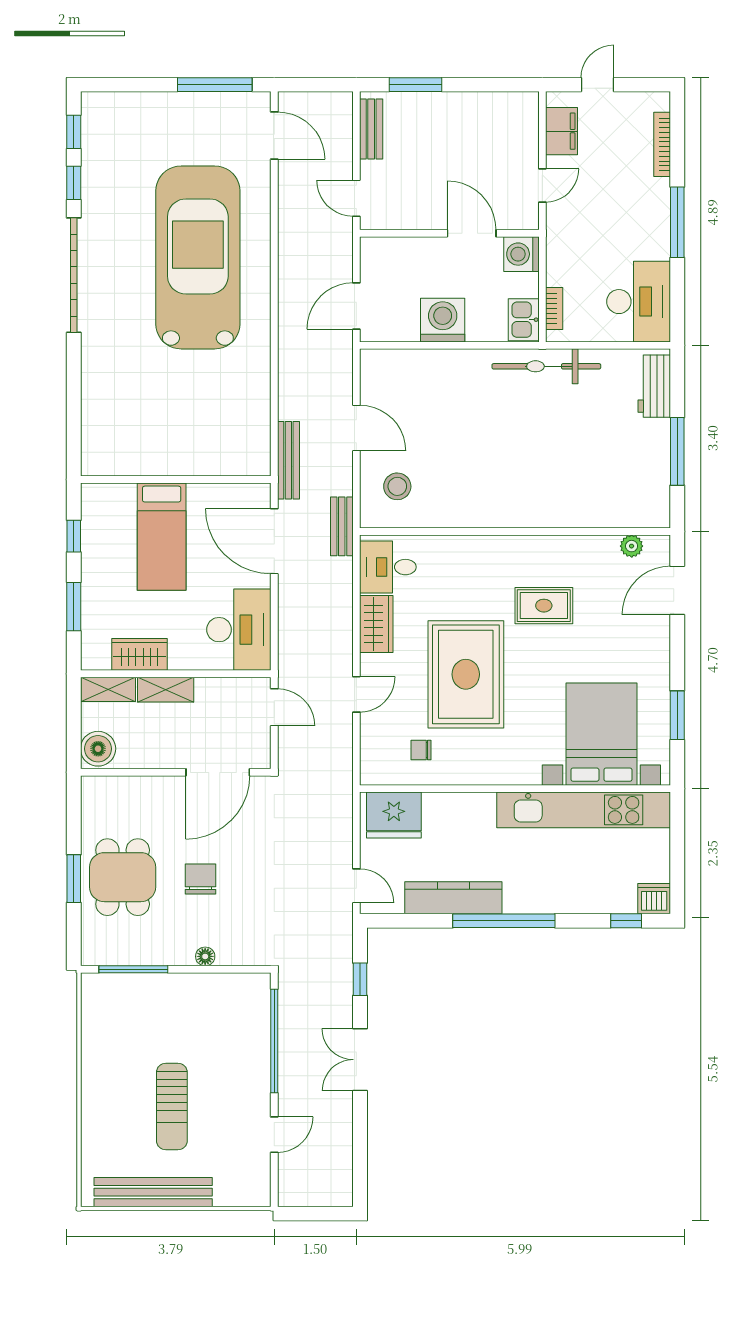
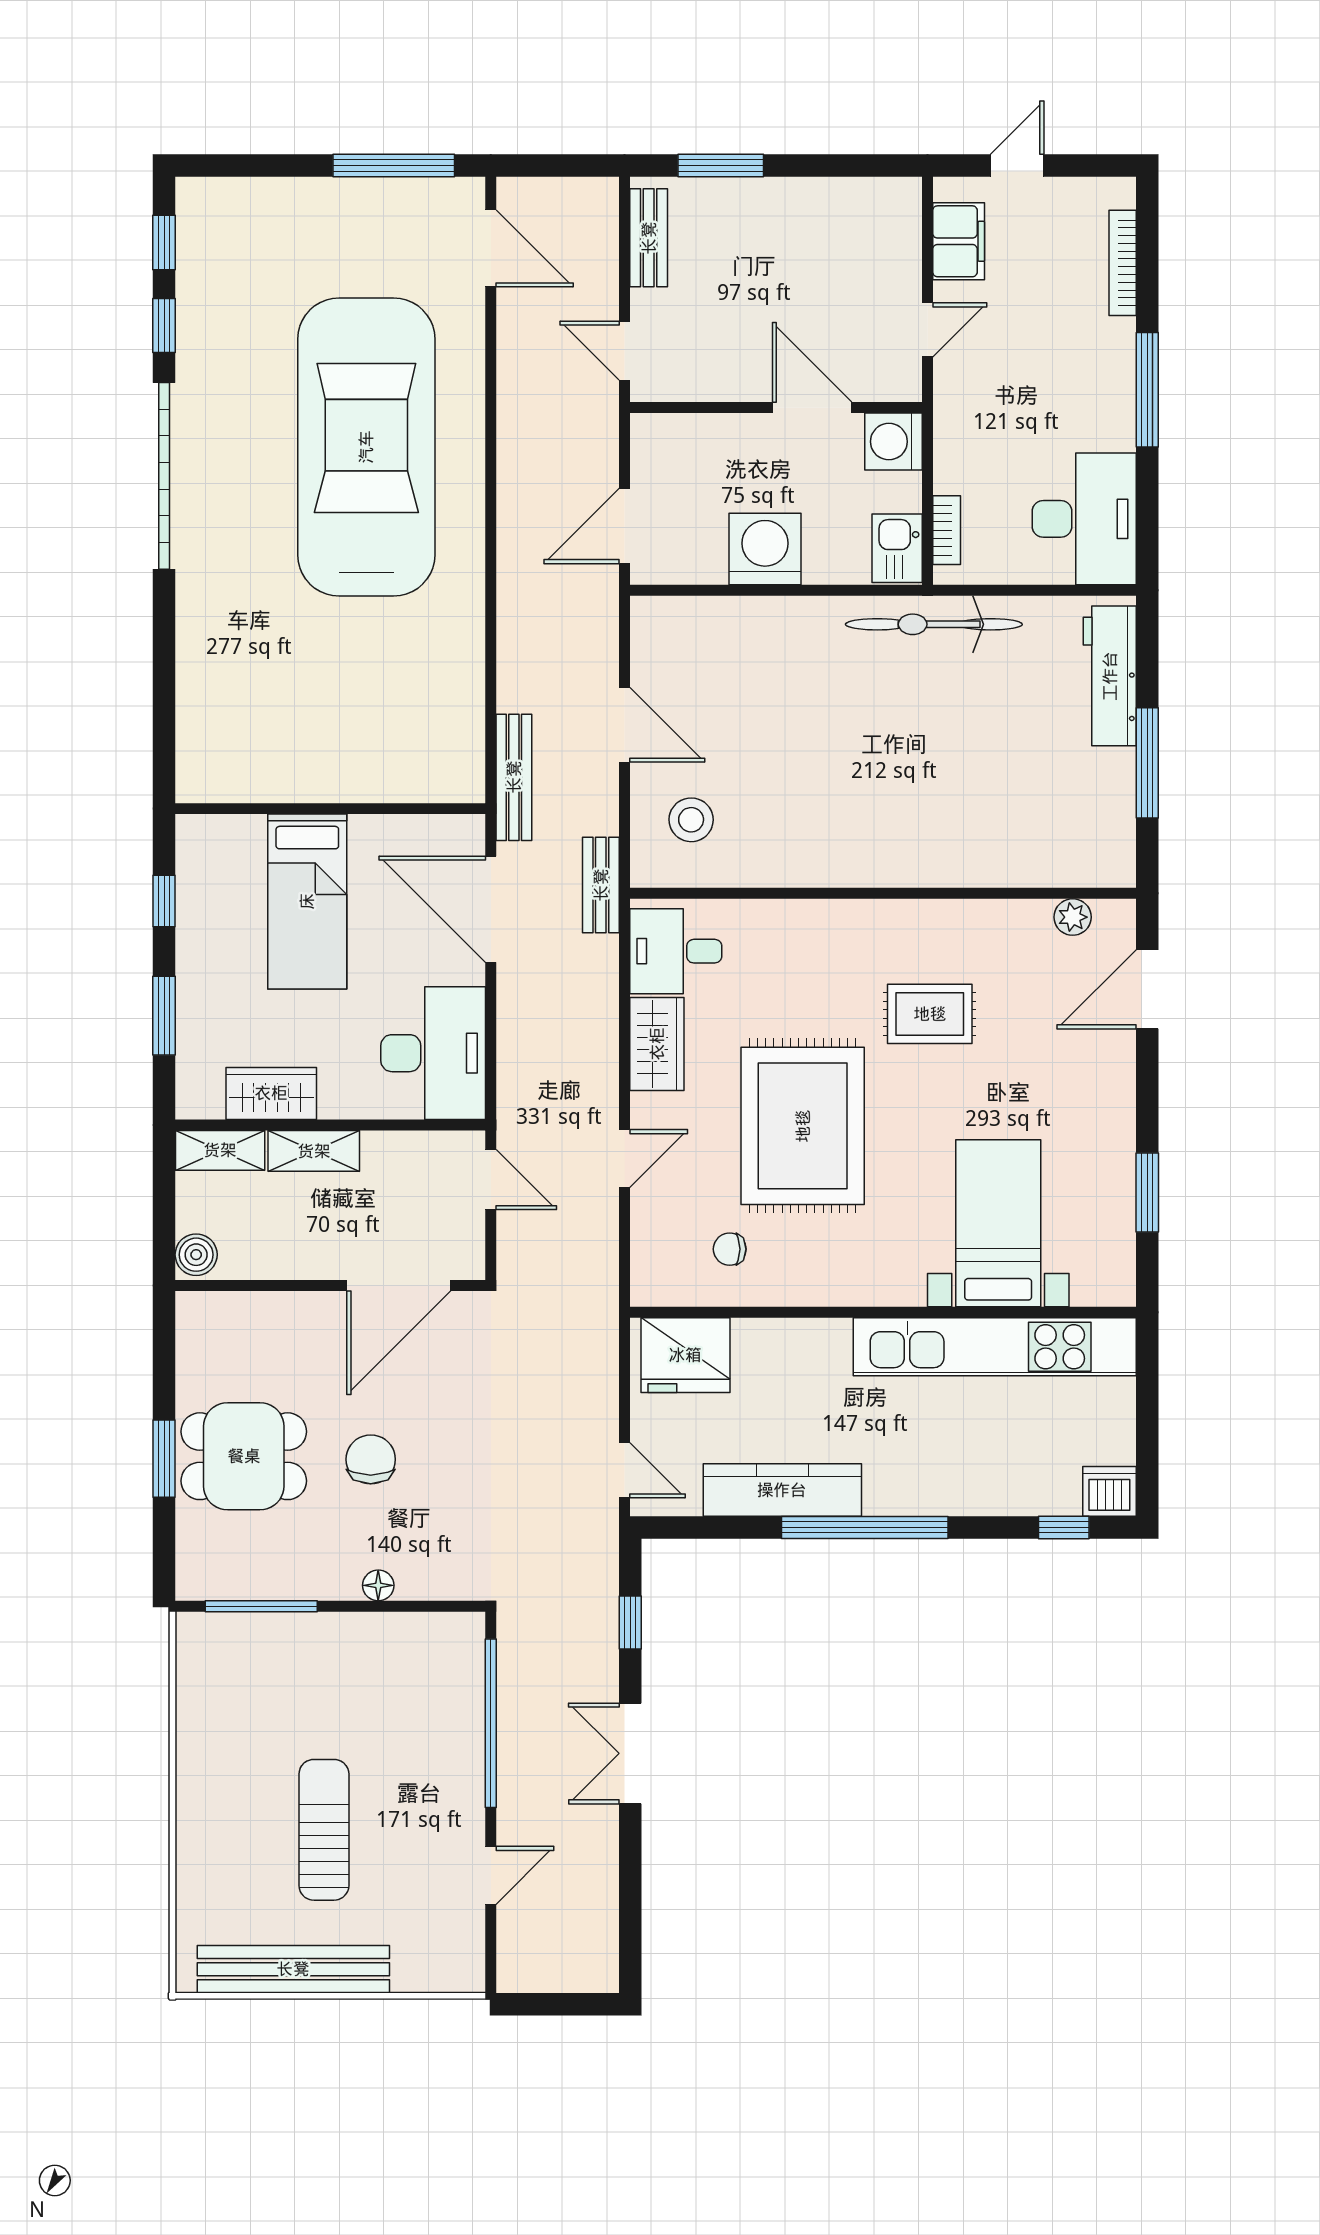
workbench: (654, 386) -> (1110, 676), width x1.38
bed with nightstands: (601, 734) -> (998, 1223), width x0.73
boiler: (98, 749) -> (196, 1255), width x0.73, depth x0.73
dining table: (123, 877) -> (244, 1456), turned 90
sun lounger: (172, 1107) -> (324, 1830), turned 180

